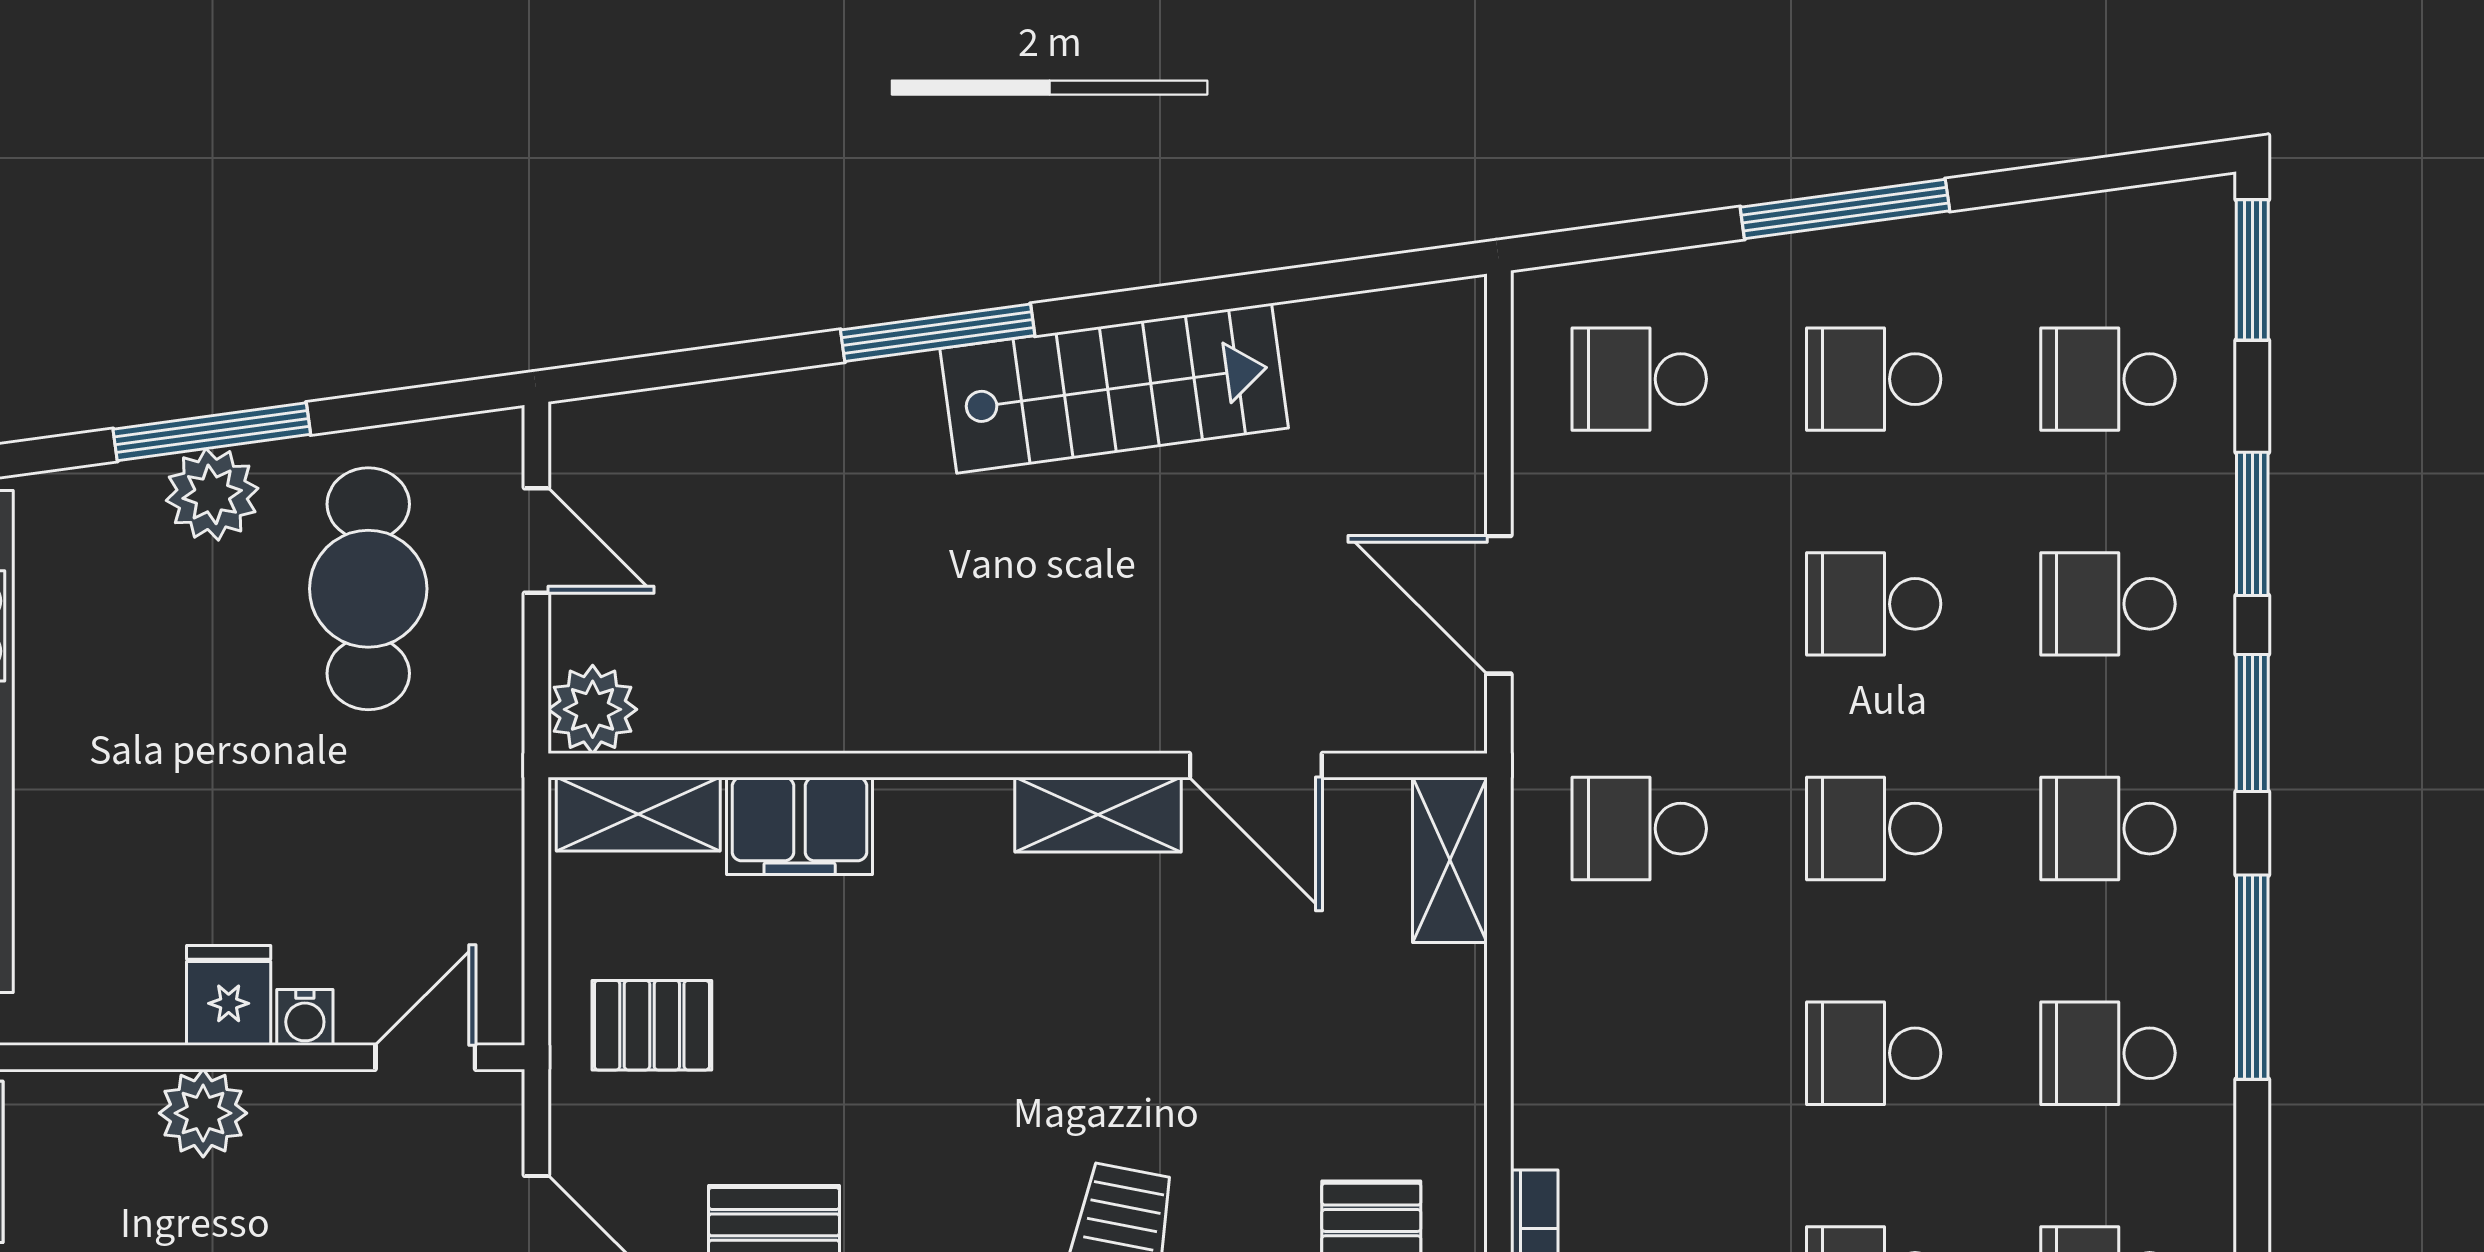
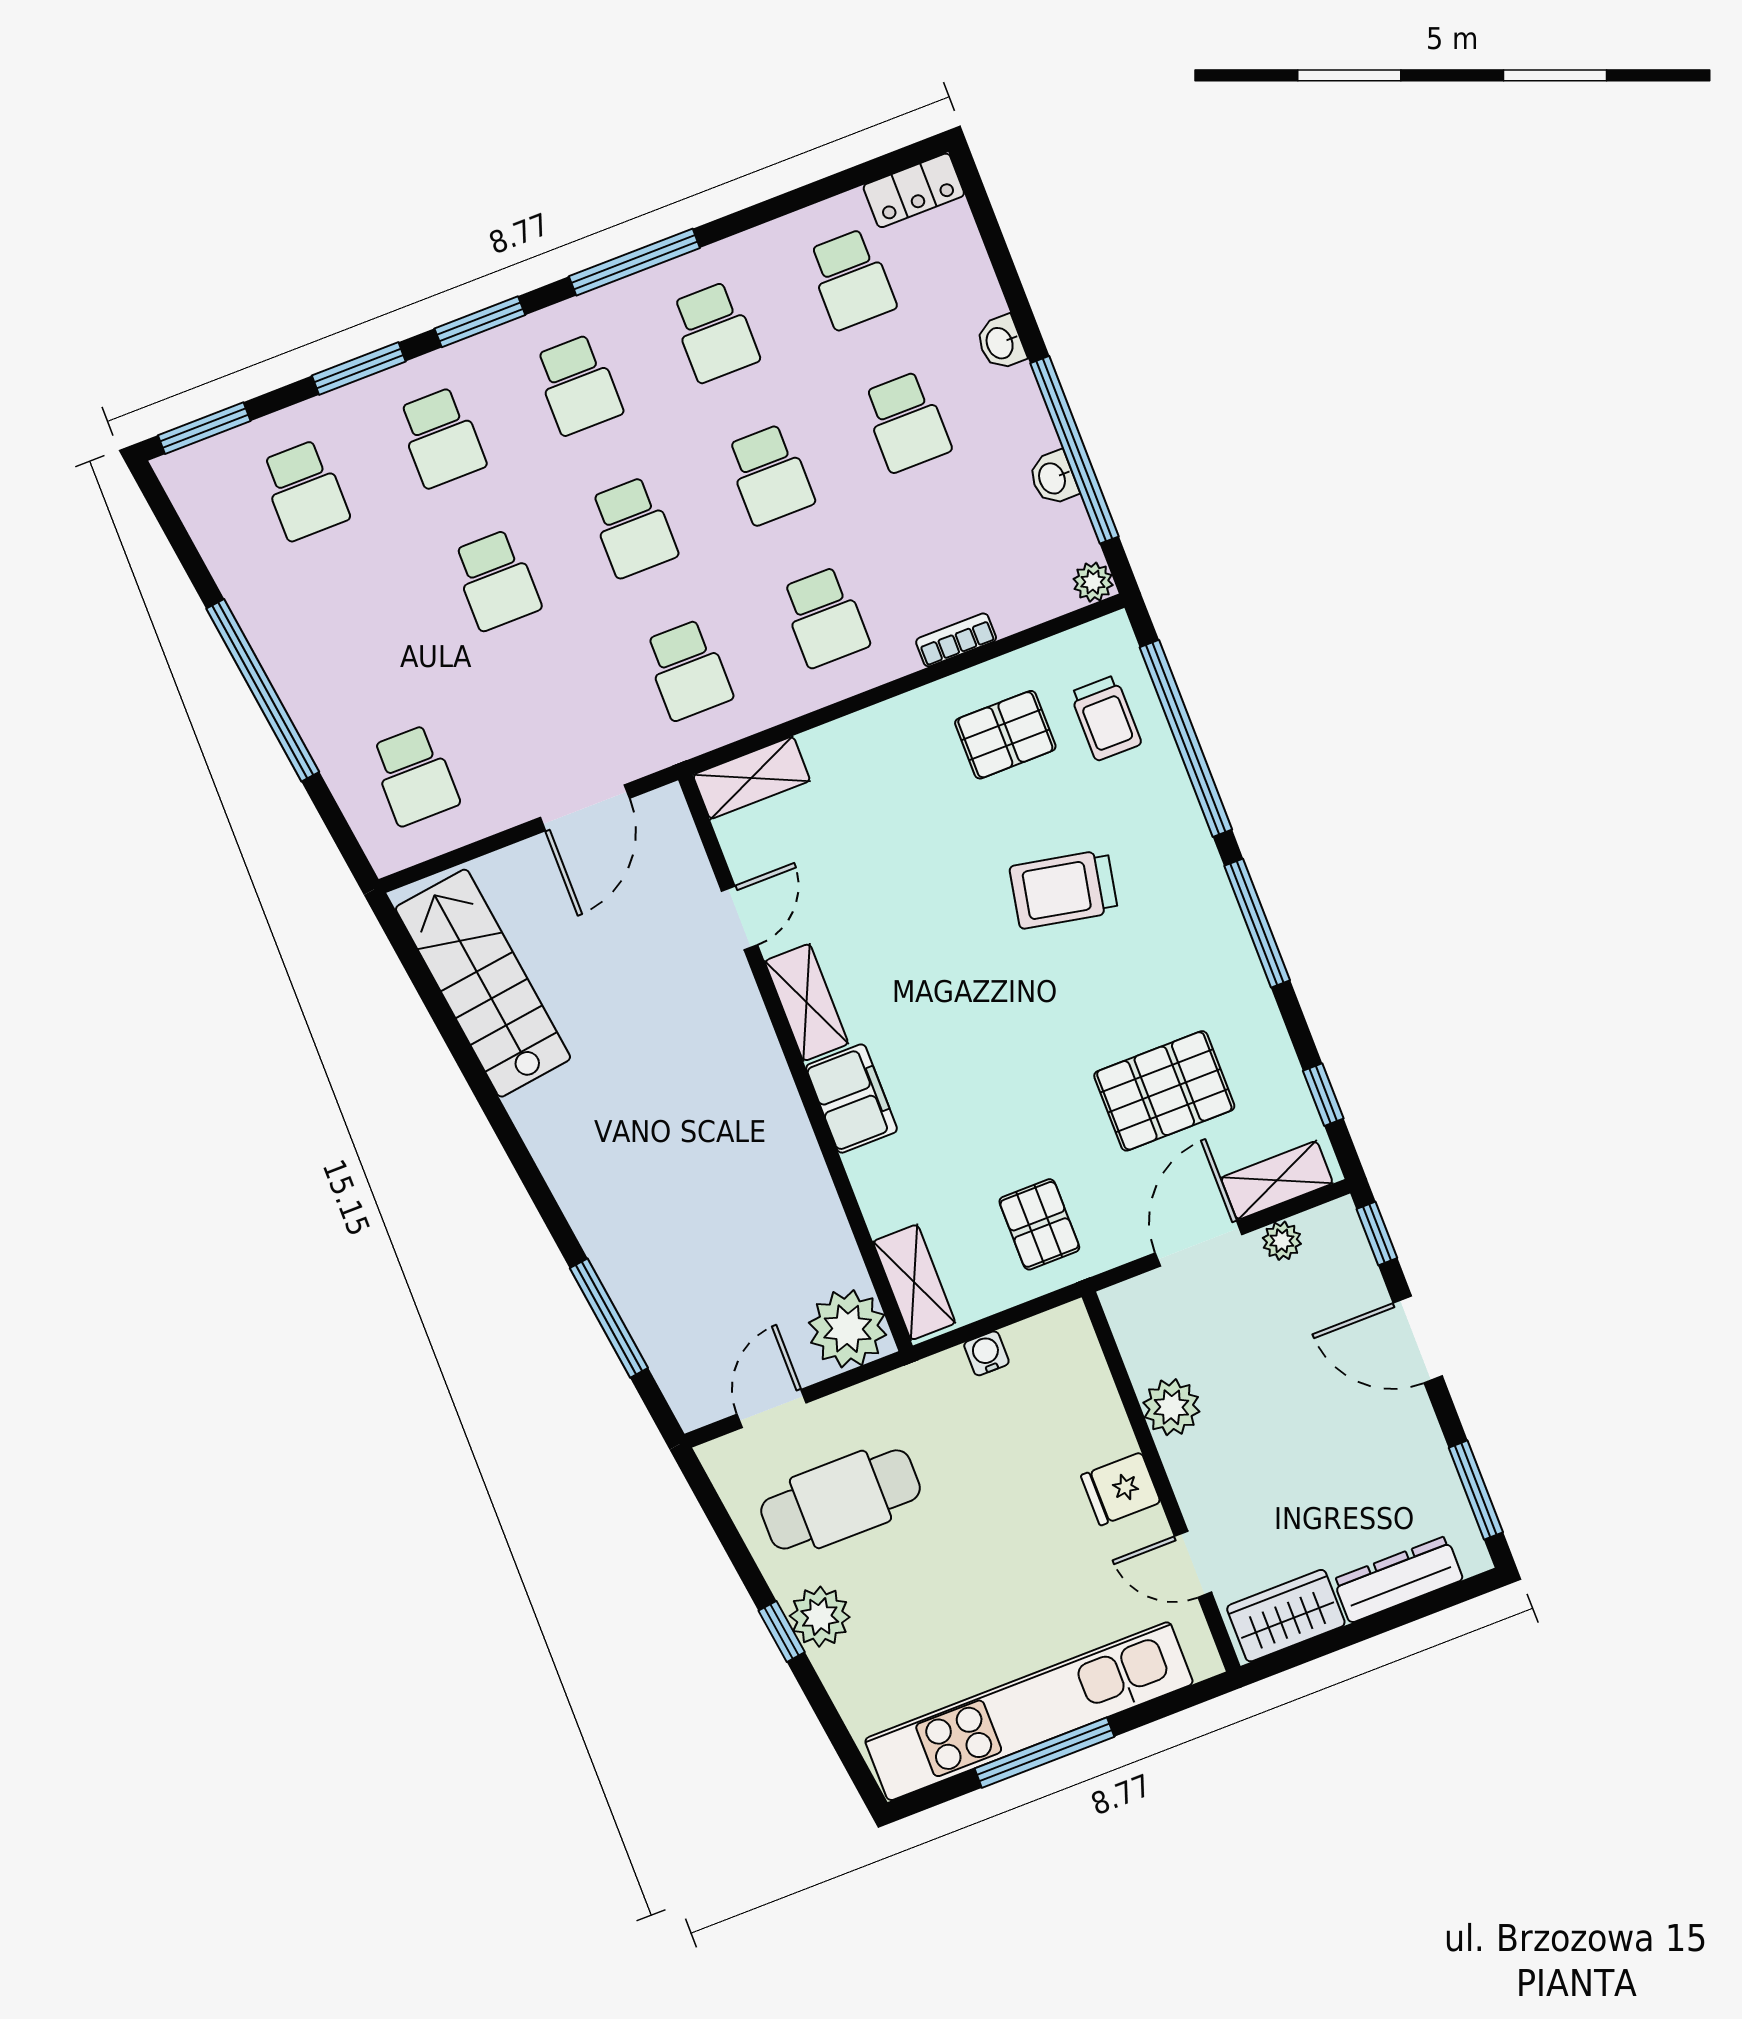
window: (1845, 209) -> (263, 690), width x1.46
window: (938, 333) -> (609, 1318), moved
school desk: (1874, 379) -> (825, 617), moved
stairs: (1114, 388) -> (483, 983), moved
window: (212, 432) -> (782, 1631), width x0.46
plant: (593, 709) -> (848, 1329), width x1.36, depth x1.36
door: (1256, 765) -> (740, 918), width x0.73
filing cabinet: (800, 826) -> (852, 1099), moved
water cooler: (305, 1017) -> (986, 1353), moved, turned -90
door: (425, 1057) -> (1193, 1564), moved
plant: (203, 1113) -> (1171, 1407), moved

